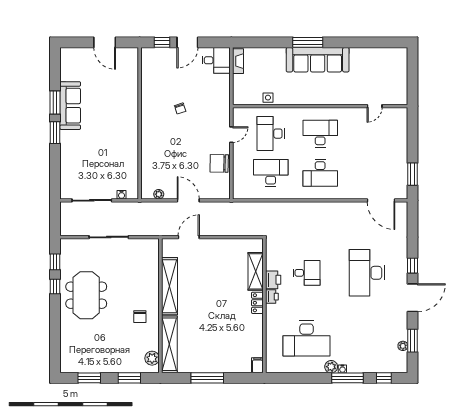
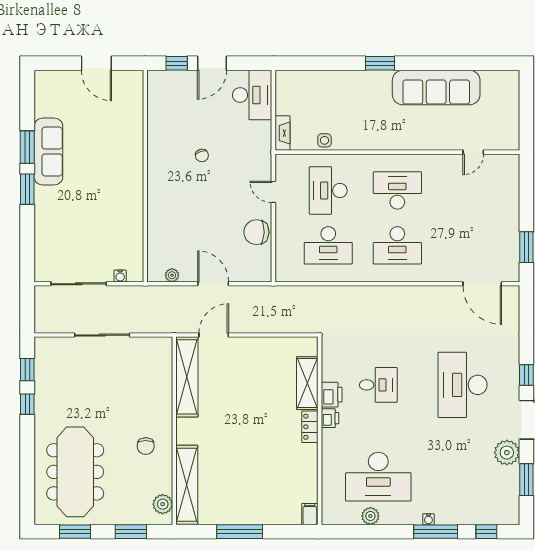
window: (308, 42) -> (380, 63), width x0.69
desk: (216, 60) -> (252, 95), width x1.37
sofa: (318, 60) -> (436, 88), moved
fireplace: (238, 61) -> (283, 133), moved
door: (231, 135) -> (273, 192), swing flipped
desk: (271, 173) -> (328, 245), turned 180
shelving: (169, 286) -> (187, 377), moved
meeting table: (86, 295) -> (75, 472), moved, width x1.36
plant: (403, 346) -> (507, 453), moved, width x1.88, depth x1.88
plant: (331, 367) -> (370, 516), moved

